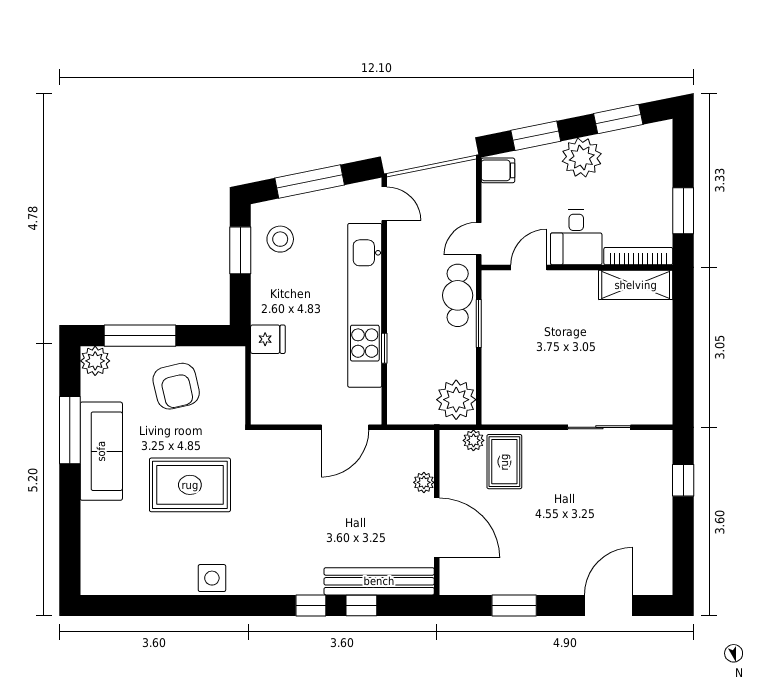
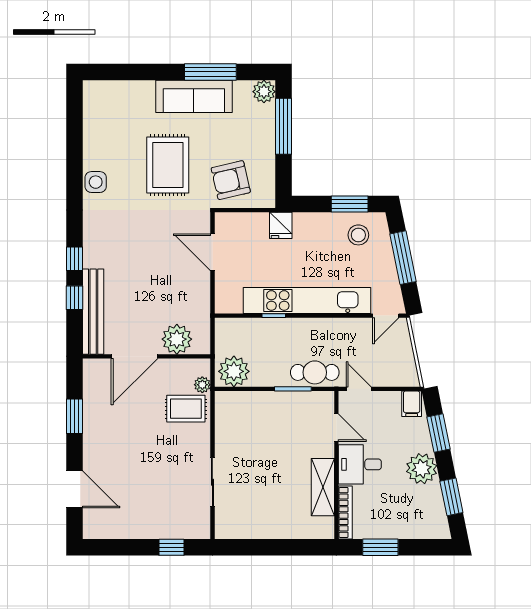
shelving: (636, 285) -> (323, 487), moved
armchair: (176, 386) -> (231, 180), moved
door: (345, 427) -> (212, 252), moved
plant: (424, 482) -> (177, 339), width x1.88, depth x1.88

